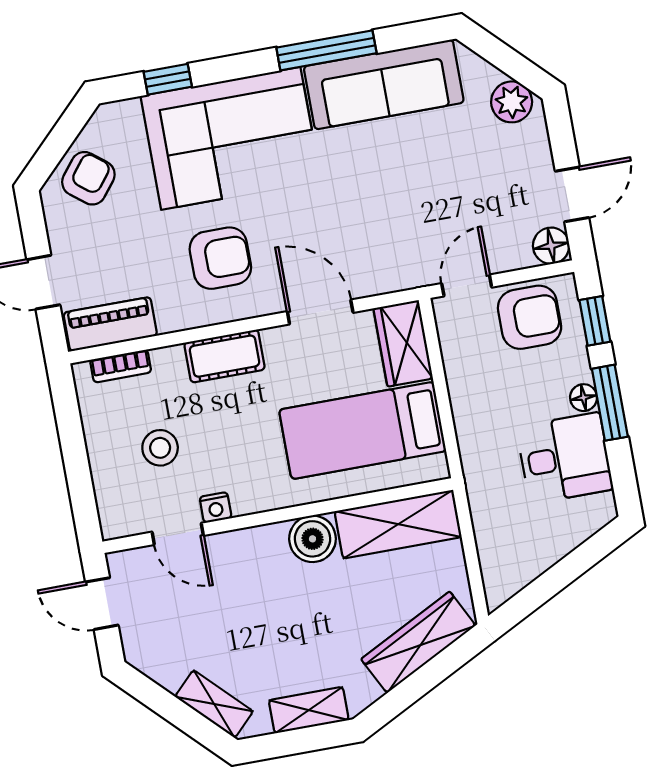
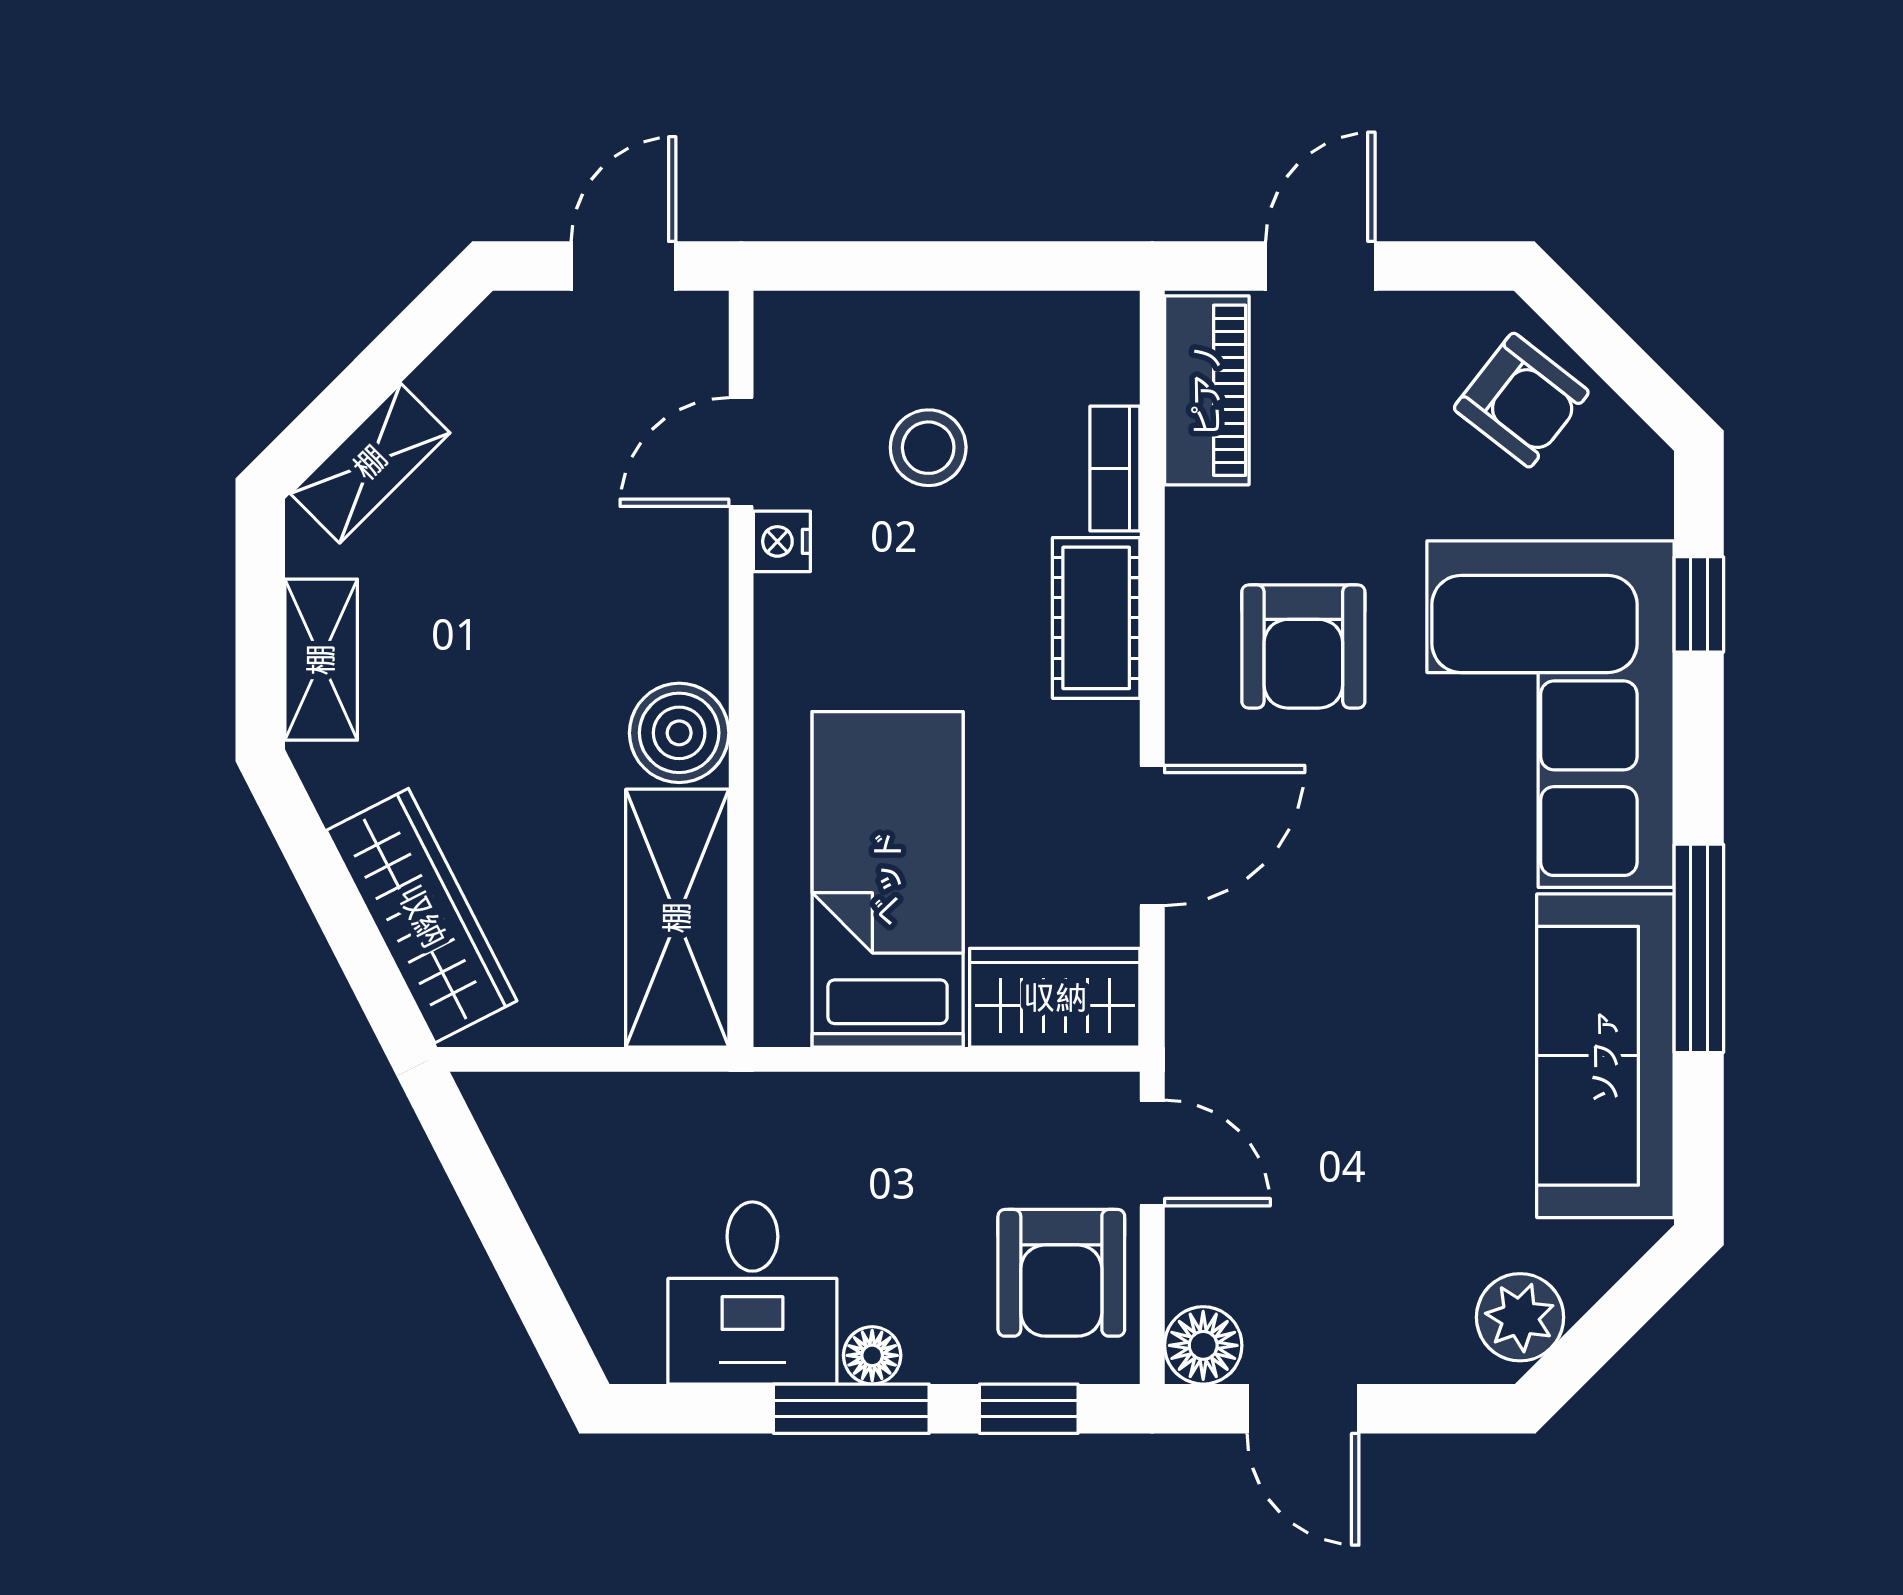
bookcase: (121, 366) -> (1115, 469), moved

